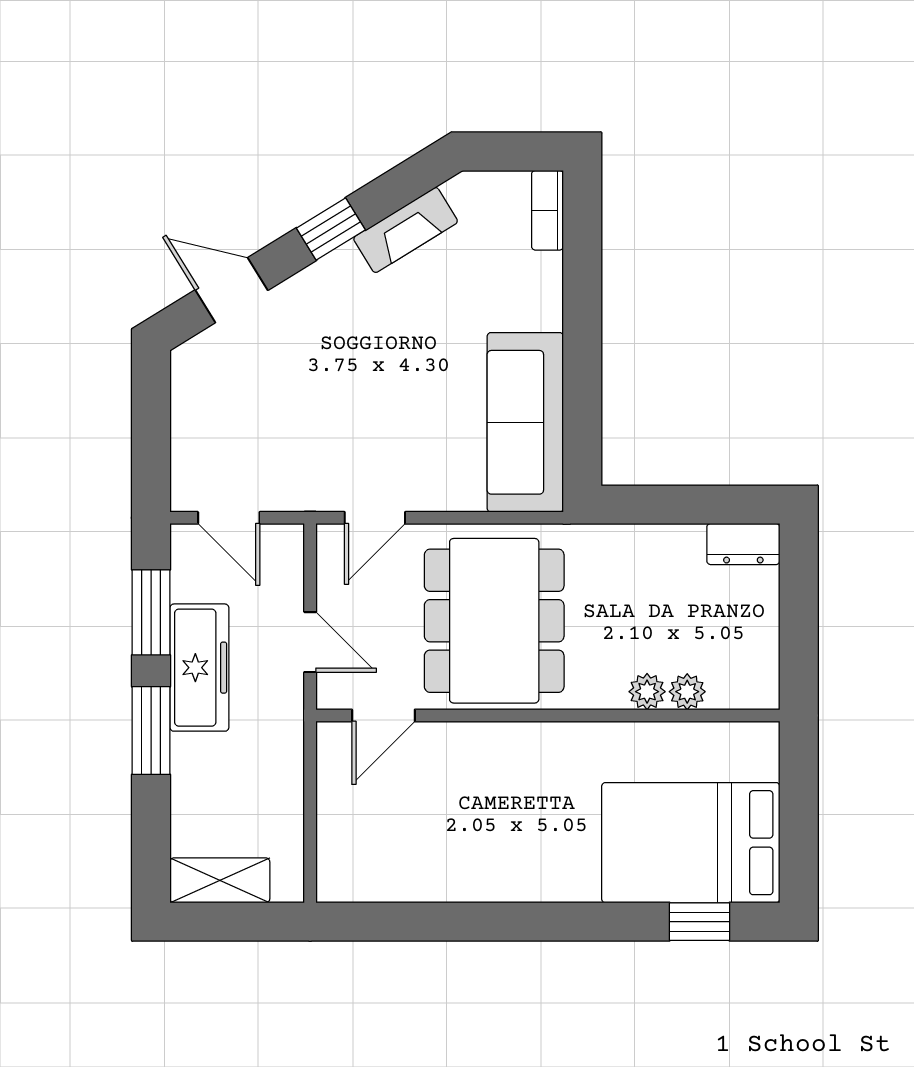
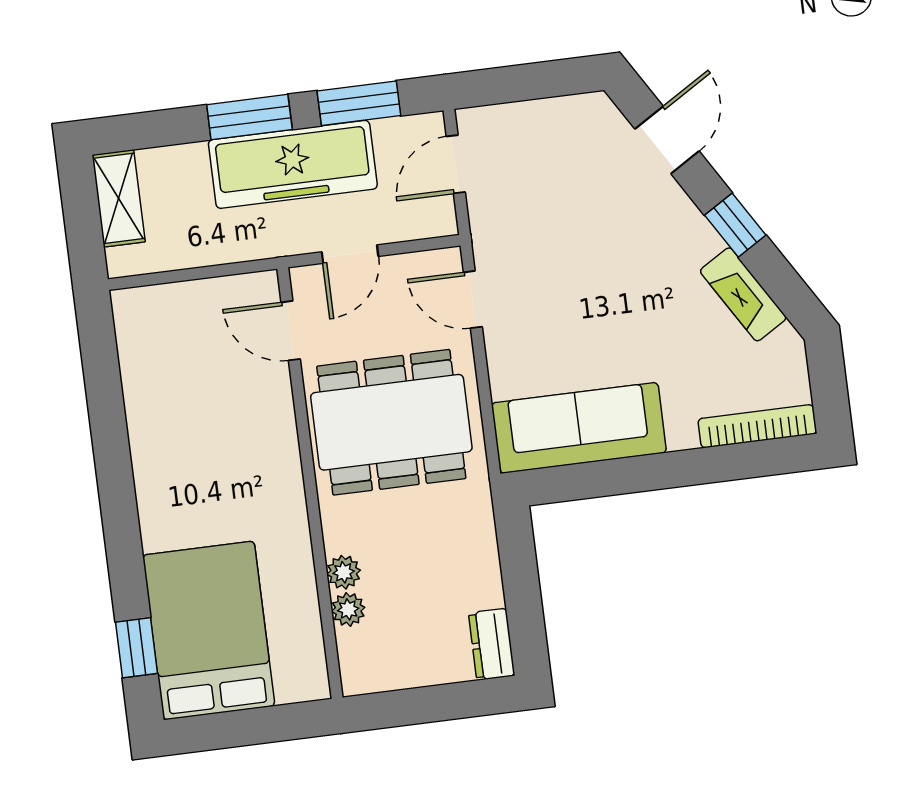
bookcase: (547, 210) -> (757, 426), width x1.56
freezer: (199, 668) -> (293, 164), width x1.36, depth x1.26

